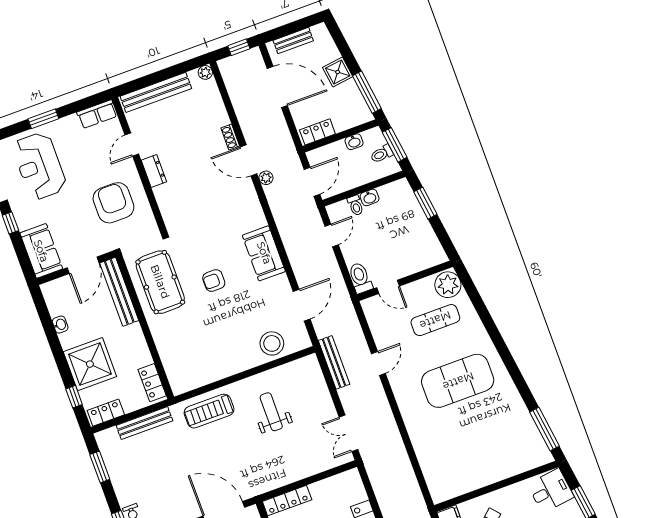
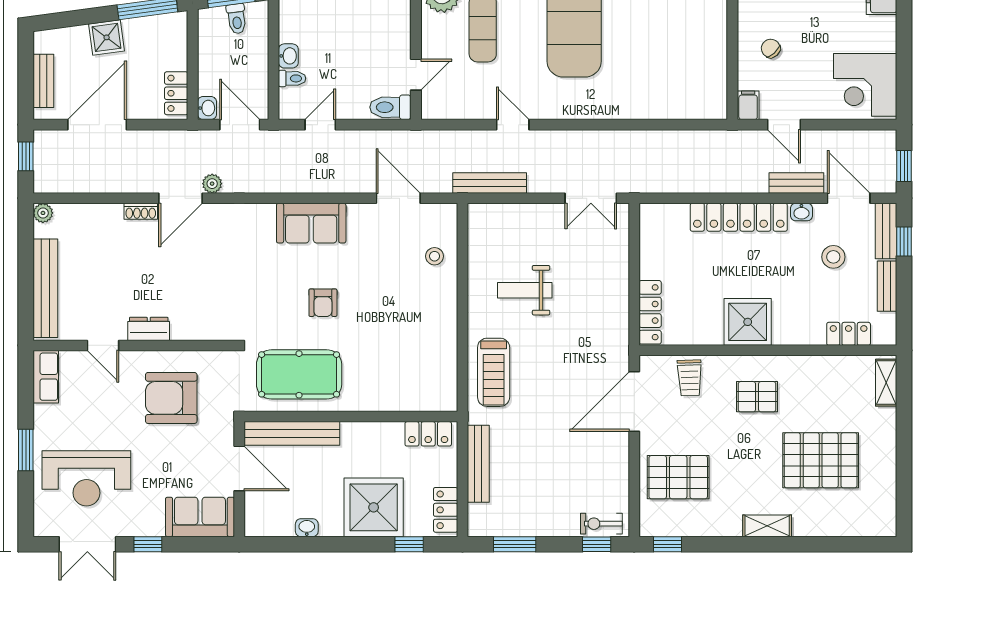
washbasin: (354, 142) -> (207, 108), moved
door: (332, 235) -> (320, 125), hinge flipped
stool: (272, 343) -> (435, 256), width x0.53, depth x0.53

